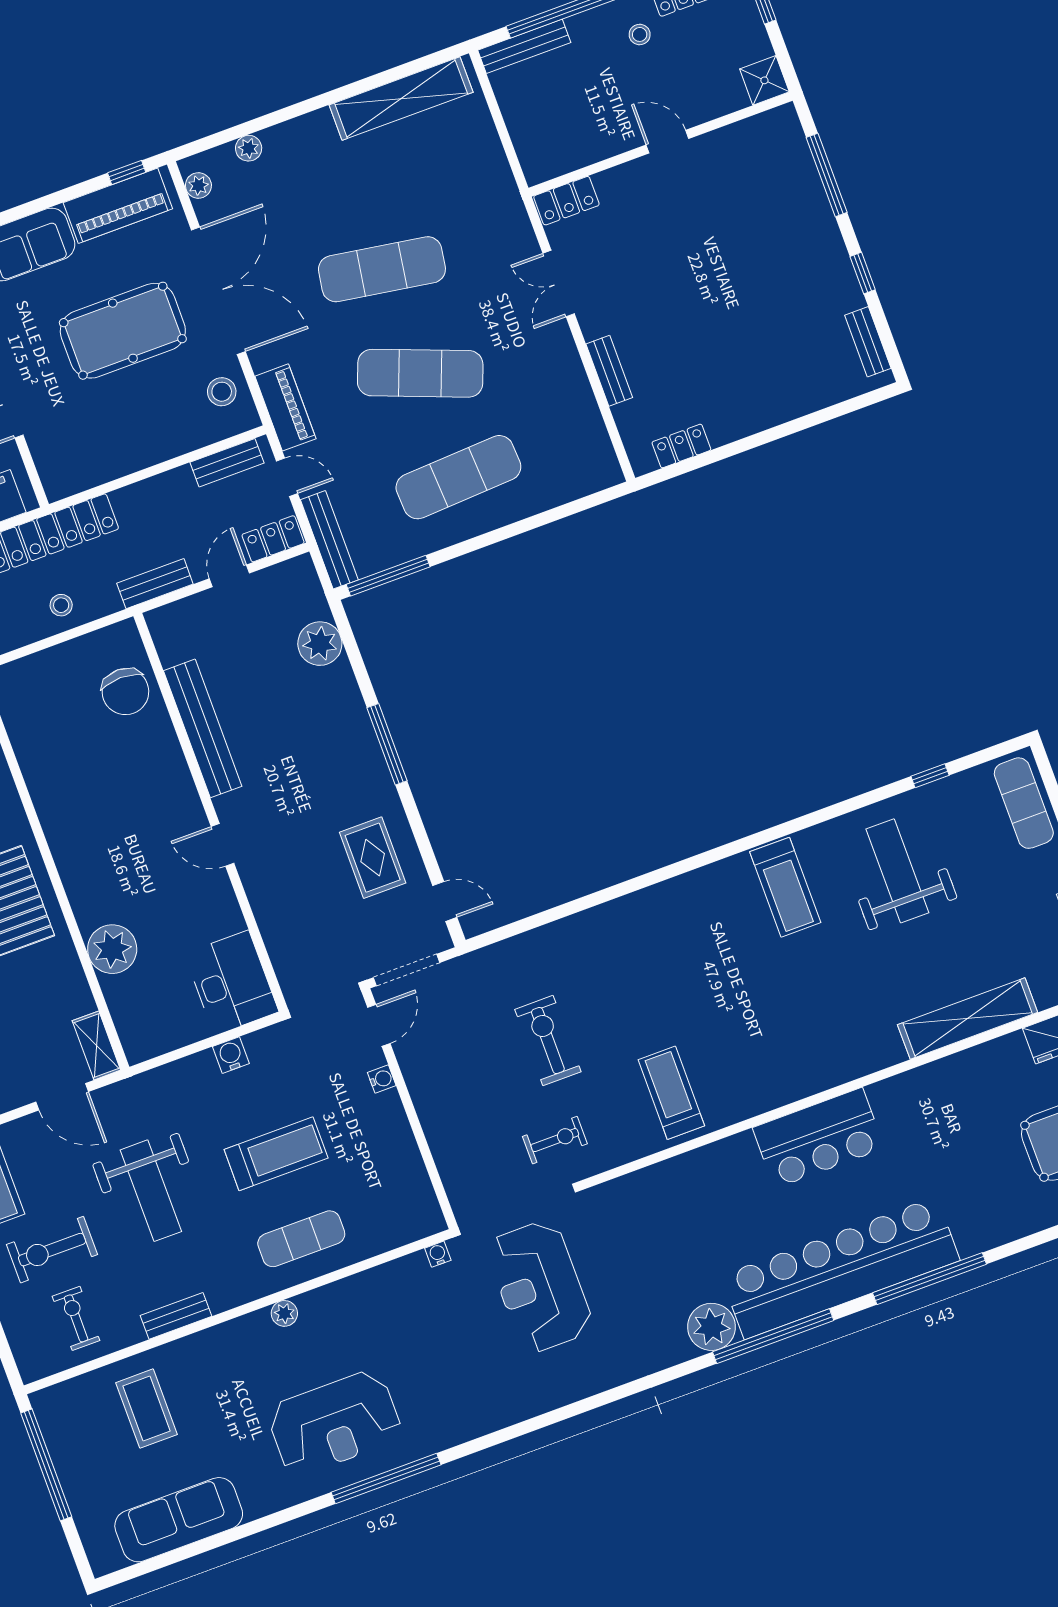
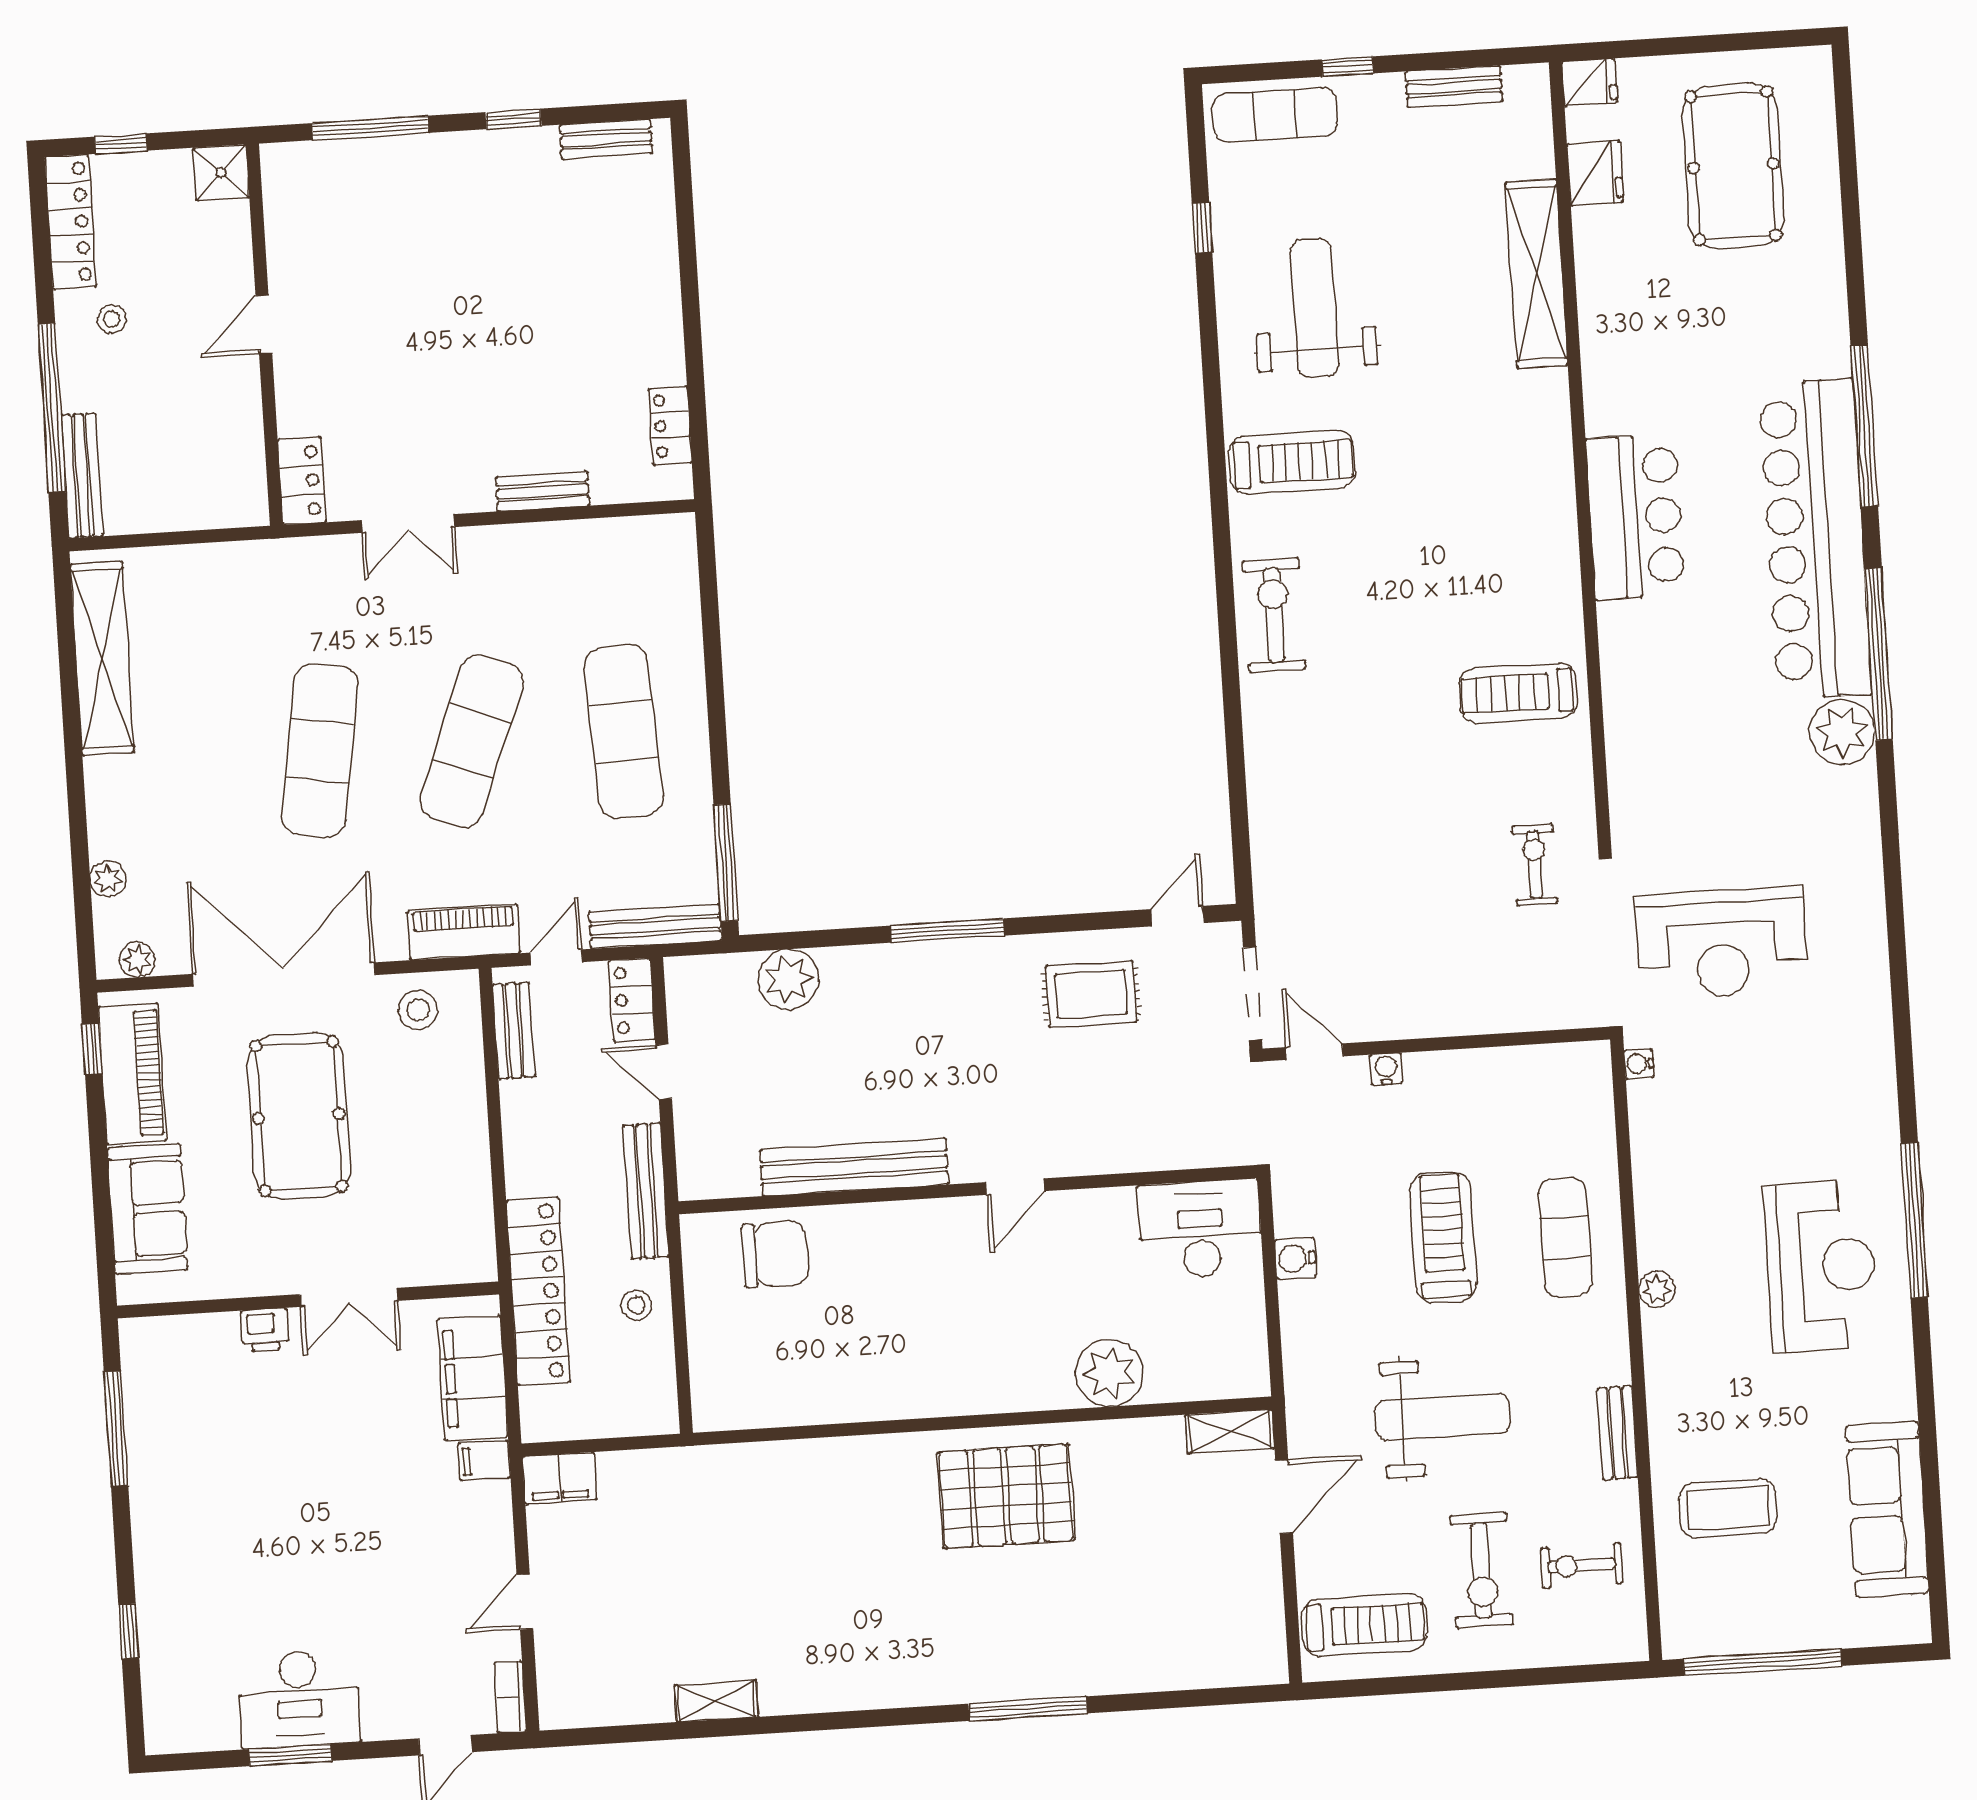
bench: (155, 584) -> (646, 1191), width x1.36
weight bench: (897, 871) -> (1315, 308), turned 90
exercise bike: (548, 1041) -> (1274, 615), moved, turned 90

